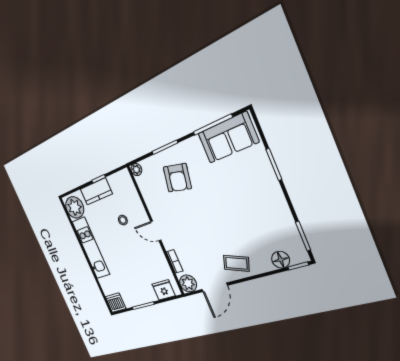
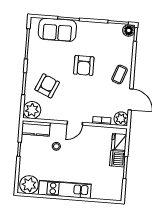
sofa: (228, 138) -> (57, 30), moved, turned 90
plant: (136, 170) -> (32, 110), width x1.87, depth x1.87
armchair: (177, 178) -> (47, 86), turned -78
kitchen counter: (96, 191) -> (36, 128), moved, turned 90
armchair: (224, 213) -> (84, 65), added
floor lamp: (281, 260) -> (129, 30), moved
dishwasher: (116, 303) -> (117, 159), moved

